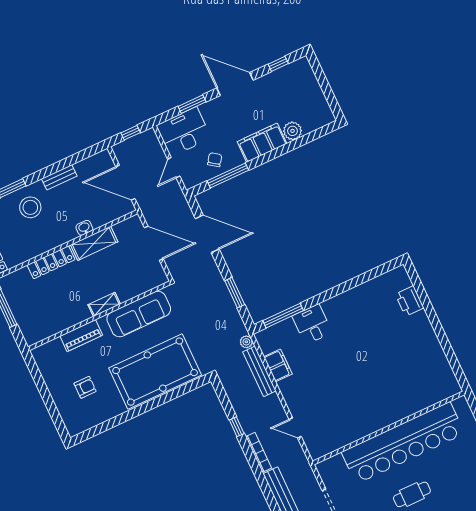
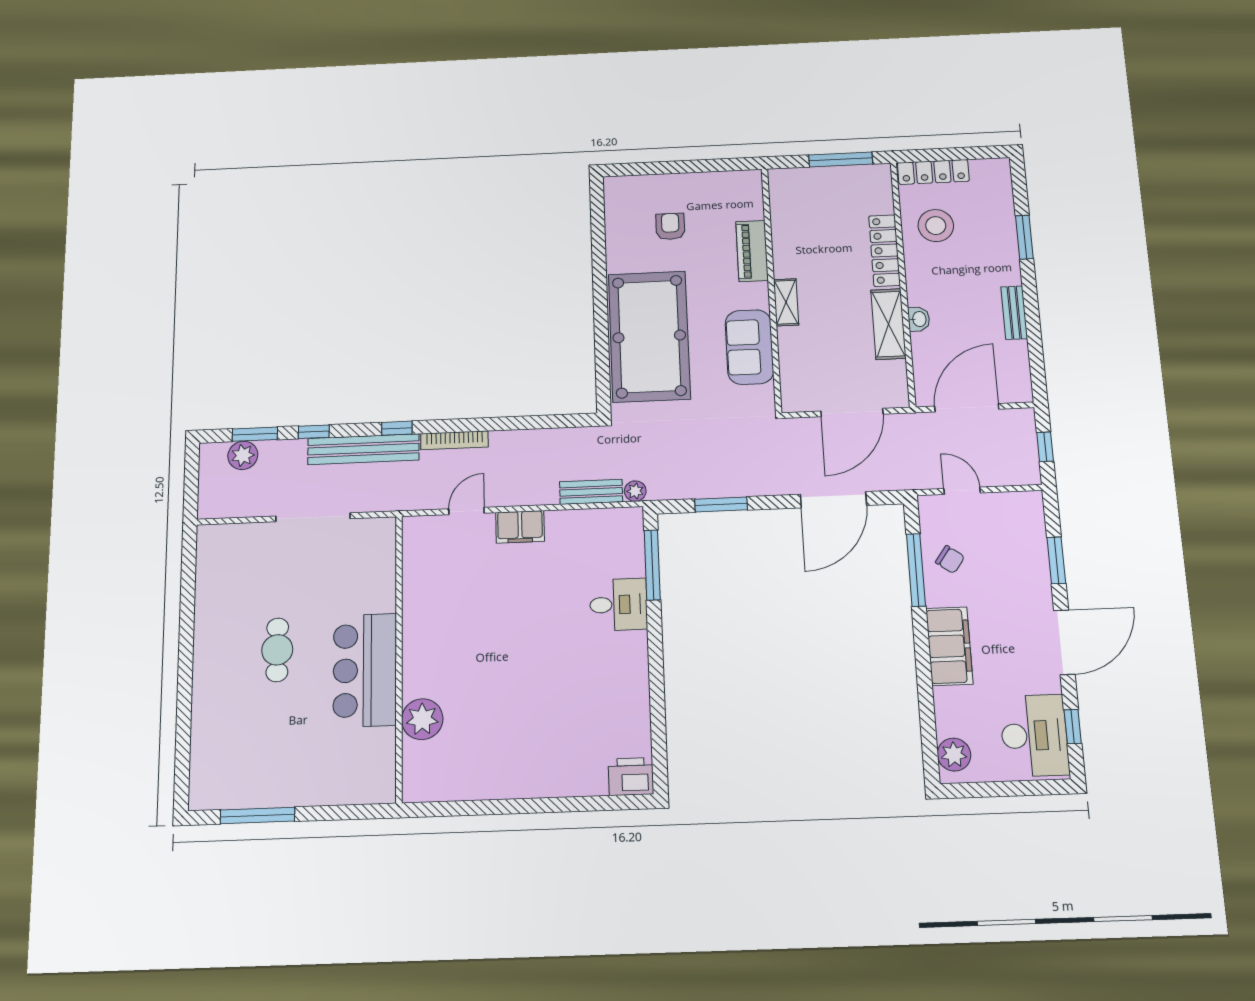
plant: (293, 131) -> (954, 755), moved
desk: (184, 132) -> (1034, 736), moved
stool: (30, 207) -> (936, 226), moved
printer: (410, 301) -> (631, 777), moved
sofa: (139, 314) -> (749, 347), width x0.73
filing cabinet: (278, 365) -> (520, 527), moved
bench: (259, 371) -> (591, 492), width x0.73
armchair: (85, 387) -> (670, 226), turned 180
plant: (416, 401) -> (422, 719), added
window: (237, 427) -> (397, 428), moved
bar counter: (403, 443) -> (365, 670), width x0.54

